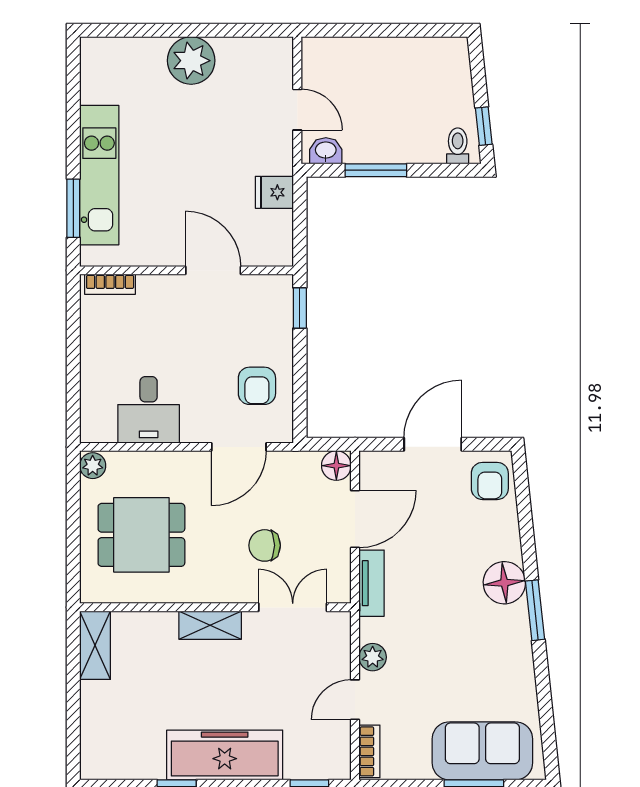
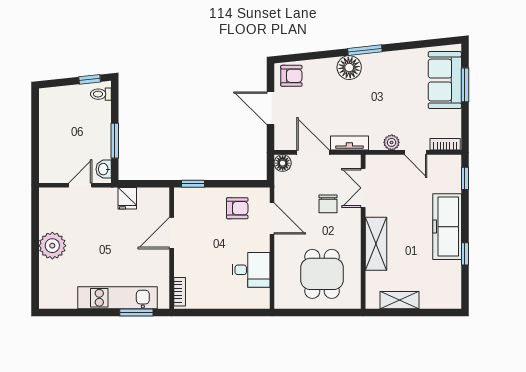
plant: (93, 466) -> (283, 302), removed
shelving: (210, 625) -> (376, 244), width x1.50, depth x1.33
shelving: (95, 645) -> (400, 300), moved

